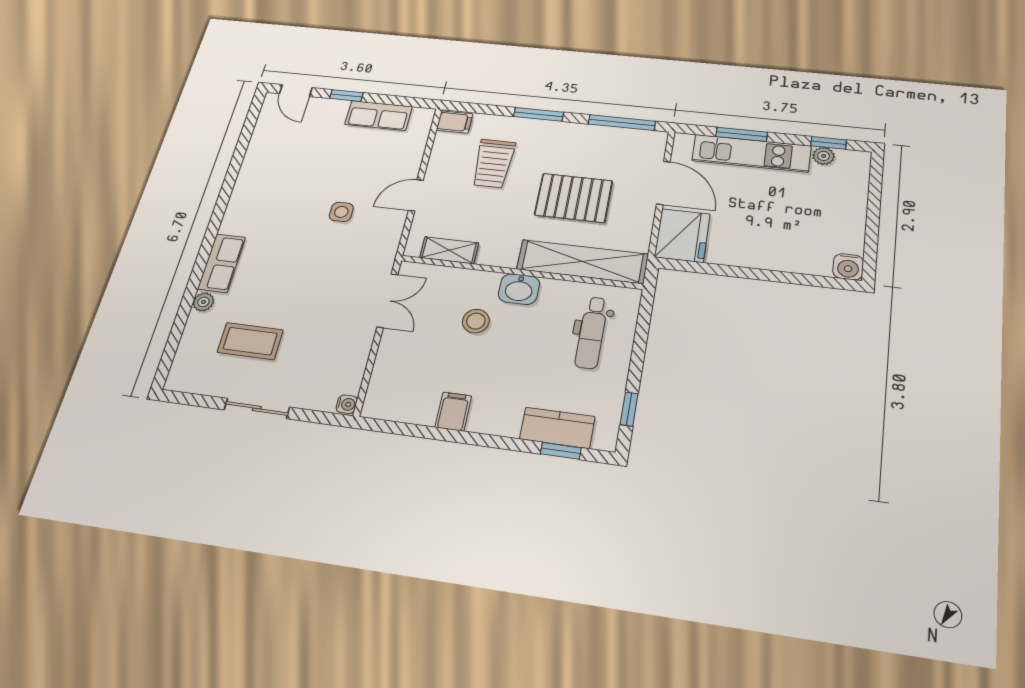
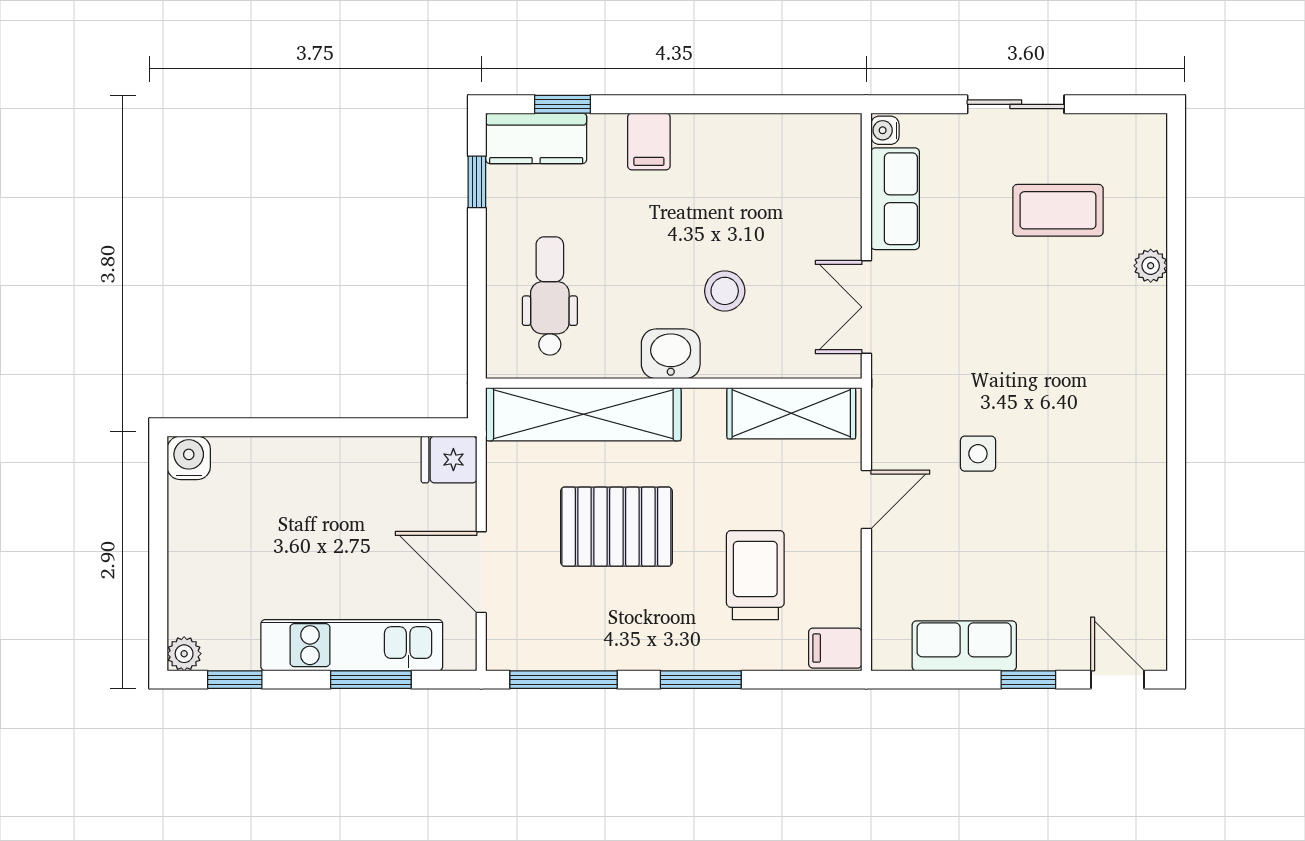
plant: (824, 156) -> (184, 654), moved
fridge: (682, 235) -> (449, 460), width x0.53, depth x0.75
shelving: (449, 250) -> (791, 413), width x1.50, depth x1.33
row of seats: (222, 263) -> (895, 199), moved, turned 180
filing cabinet: (453, 412) -> (649, 142), moved
kitchen counter: (557, 428) -> (536, 138), moved

